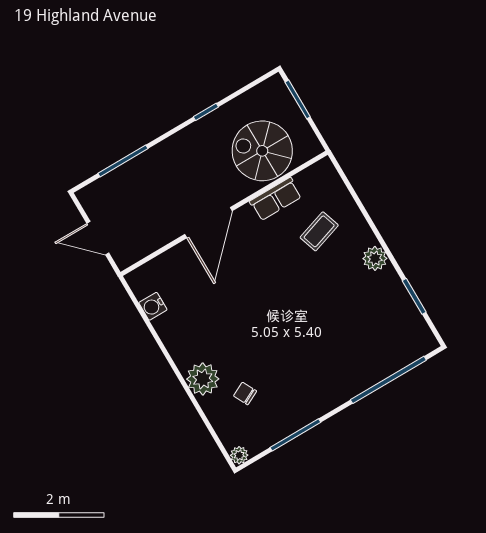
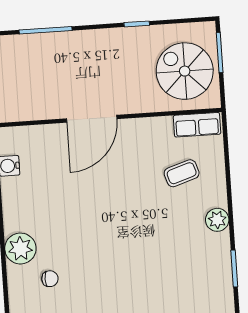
spiral stairs: (262, 151) -> (185, 71), moved
row of seats: (276, 199) -> (197, 125), moved
chair: (245, 393) -> (50, 279), turned 117

